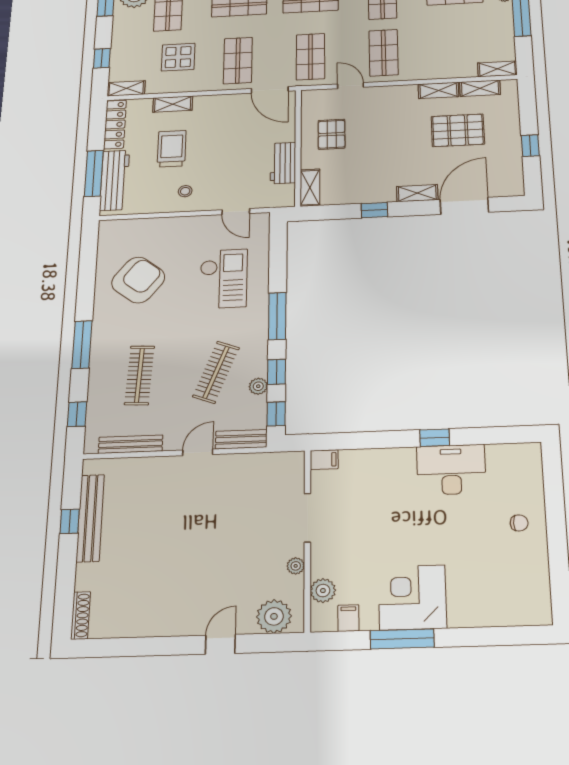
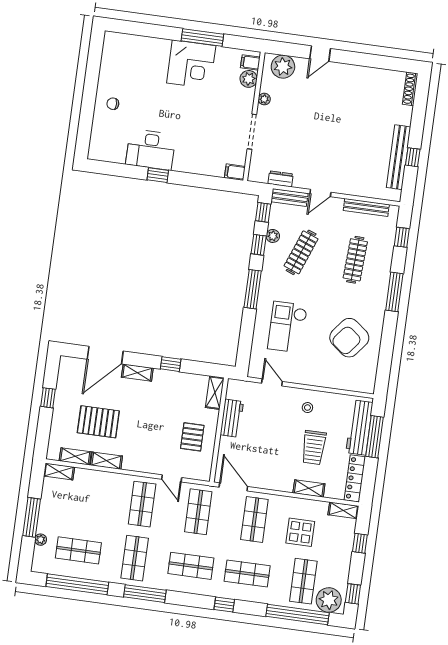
dresser: (257, 461) -> (281, 179), added
filing cabinet: (348, 618) -> (250, 62), moved, turned 90

